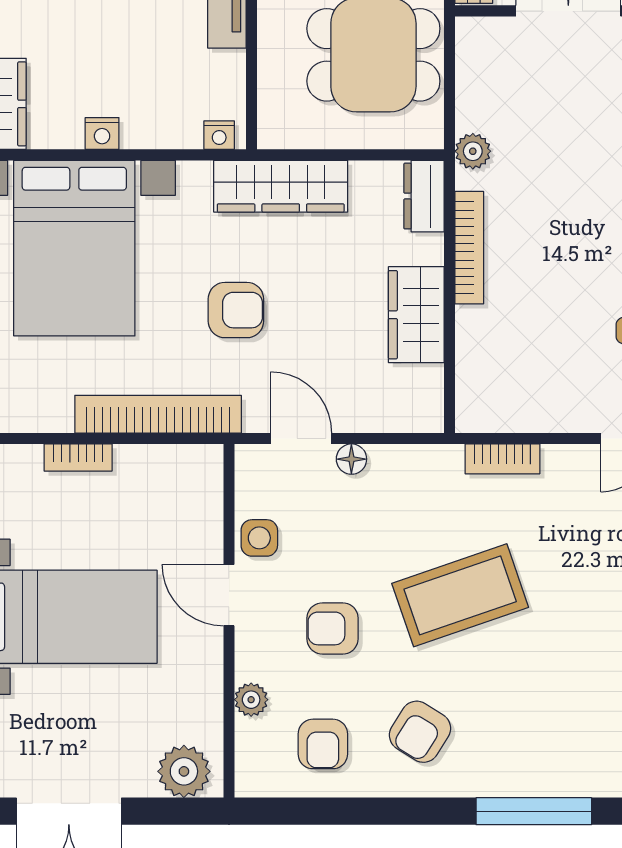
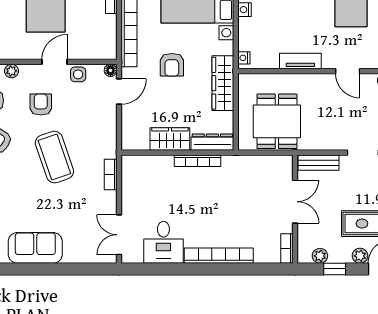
plant: (473, 151) -> (237, 162), removed
dresser: (424, 196) -> (212, 142), width x1.44
floor lamp: (351, 459) -> (111, 70), moved

